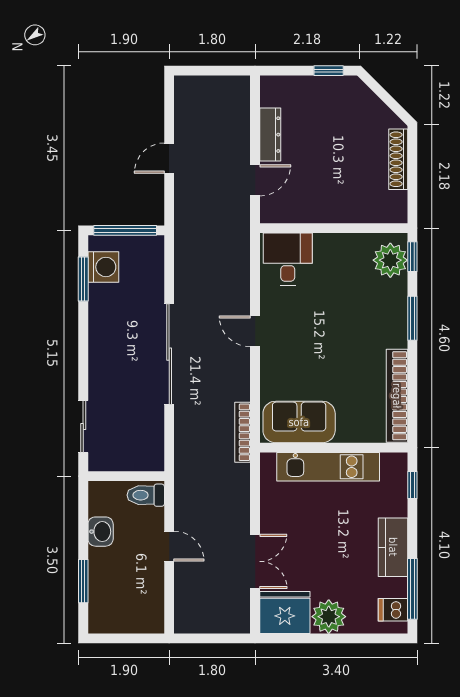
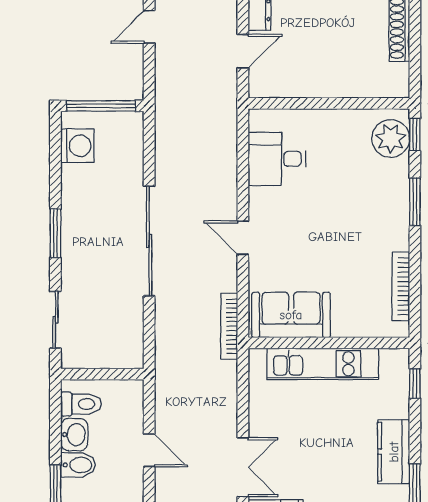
desk: (288, 259) -> (277, 159), moved, turned -90
window: (83, 279) -> (55, 233), moved
door: (255, 331) -> (243, 238), moved
bookcase: (397, 396) -> (401, 286), width x0.68, depth x0.76
toilet: (146, 495) -> (81, 404), moved, turned 180
bidet: (104, 559) -> (78, 465), added

